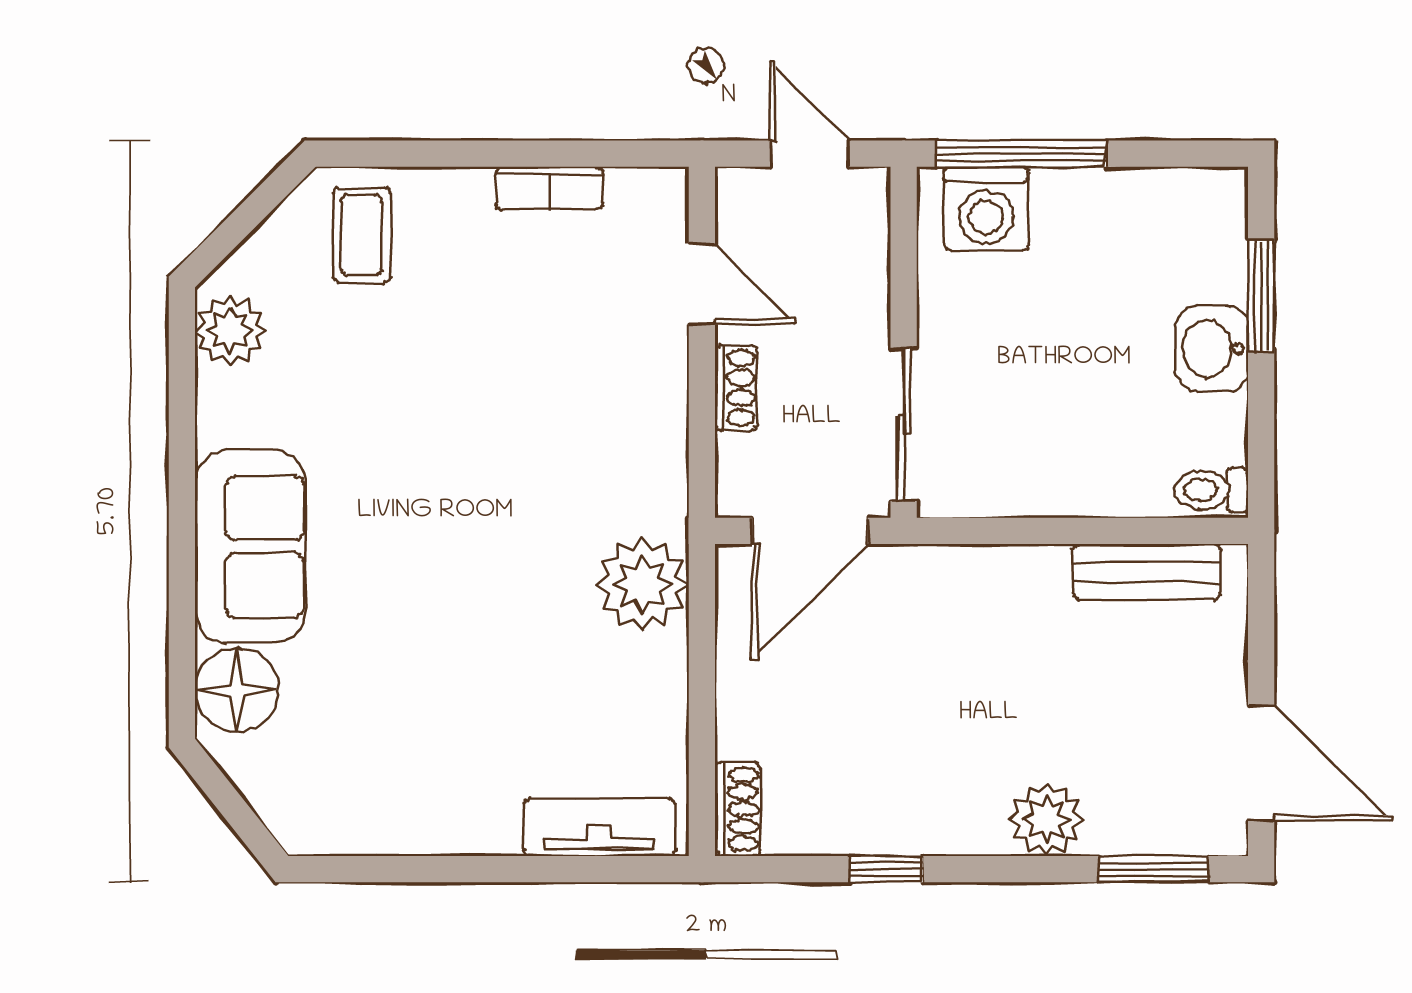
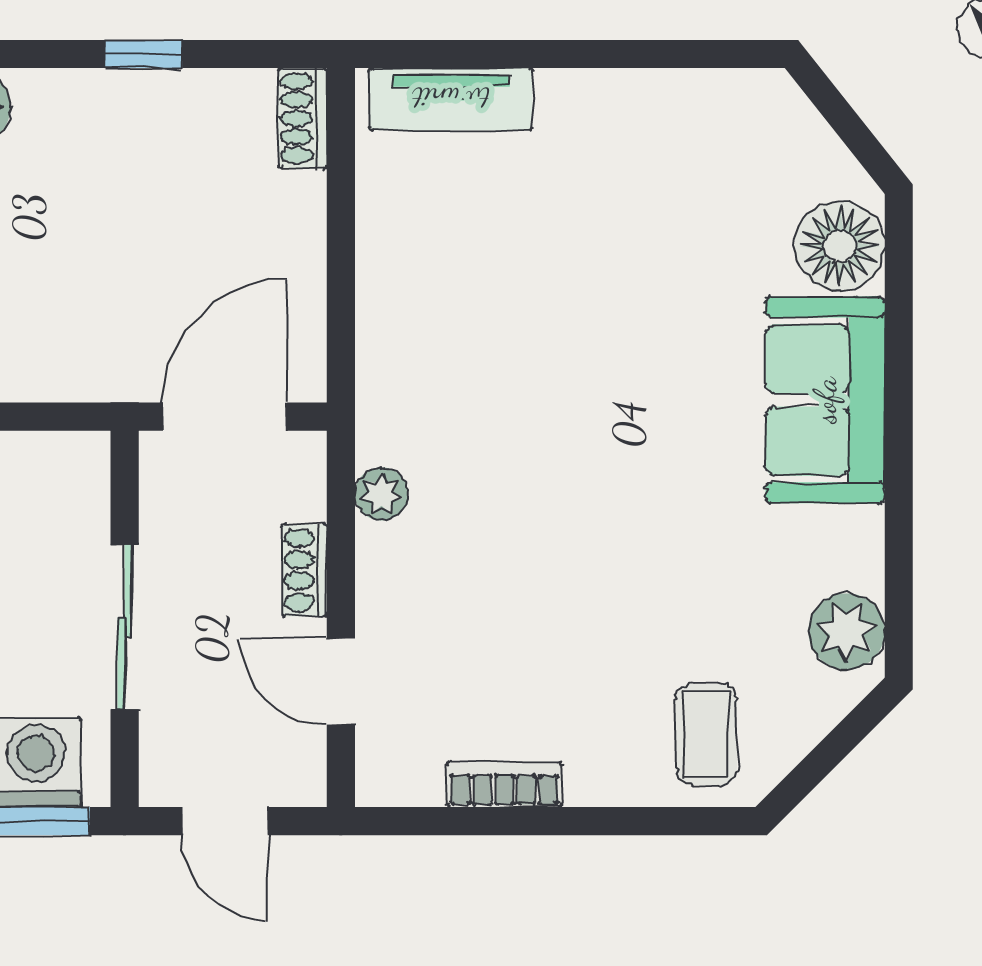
sliding door: (904, 424) -> (125, 627), moved
plant: (642, 585) -> (381, 494), moved, width x0.53, depth x0.53

